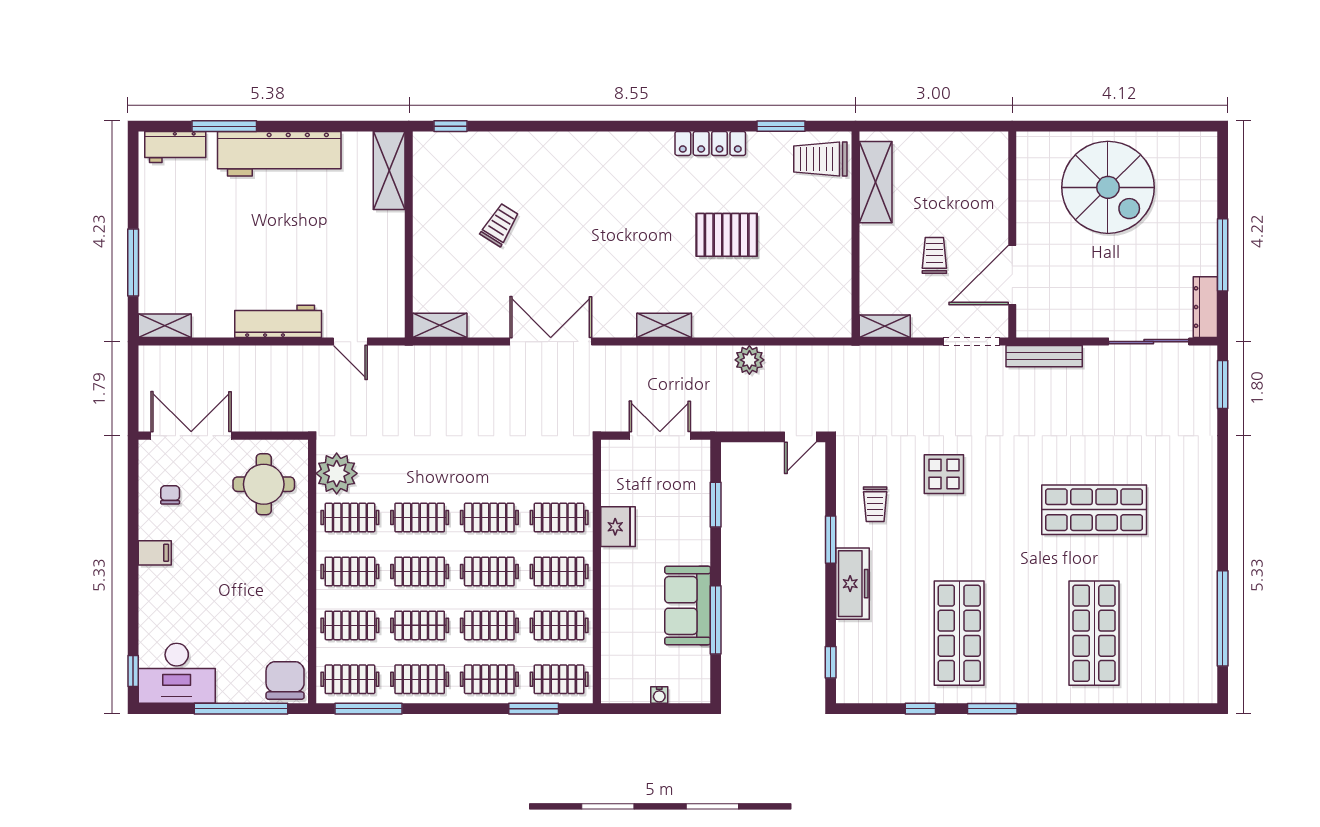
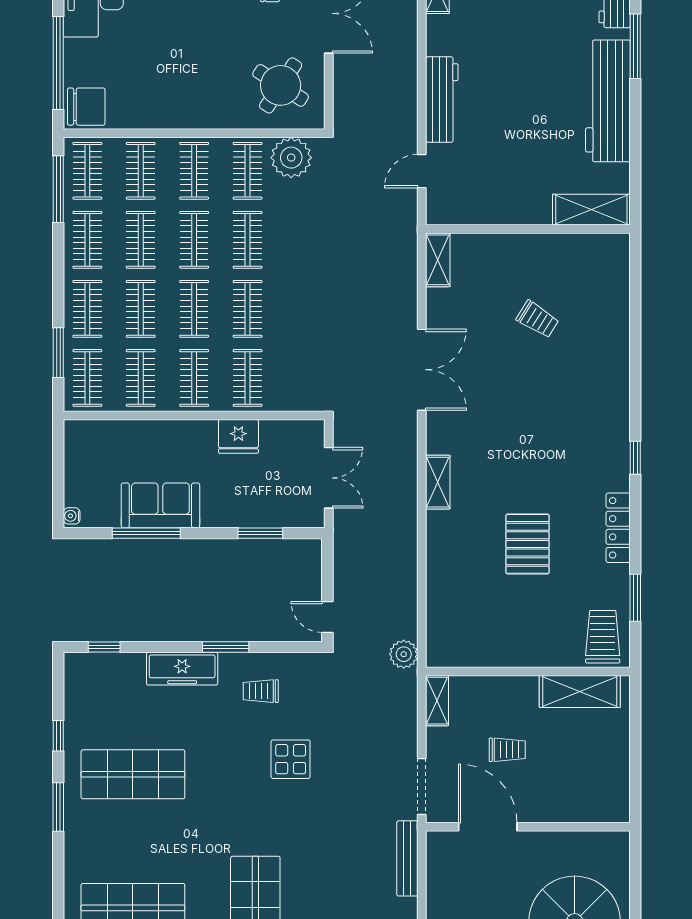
window: (450, 126) -> (635, 458), moved
plant: (749, 360) -> (404, 654), moved
round table: (264, 484) -> (281, 85), turned 33
water cooler: (659, 695) -> (72, 516), moved

